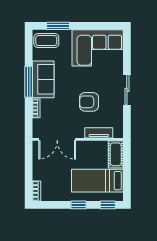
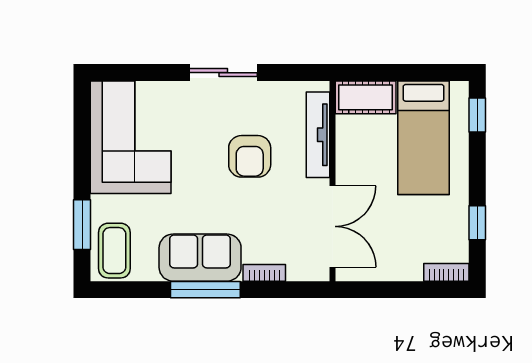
tv unit: (99, 133) -> (318, 135), width x1.41
window: (79, 205) -> (477, 223), moved

